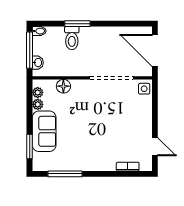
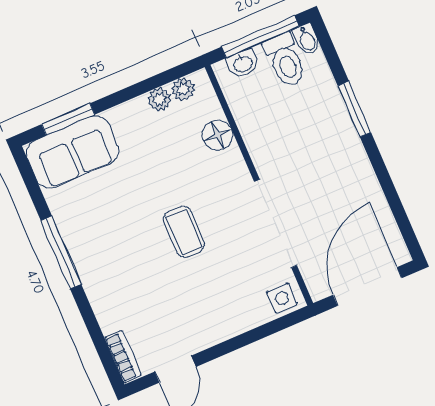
toilet: (72, 38) -> (285, 60), moved, turned -90
coffee table: (98, 118) -> (184, 232), added
sofa: (44, 131) -> (73, 152), moved
bookcase: (128, 167) -> (123, 356), moved
window: (65, 174) -> (61, 252), moved

